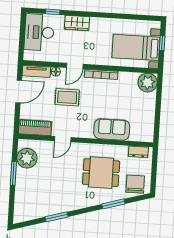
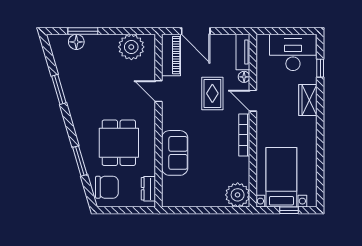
door: (19, 91) -> (196, 31), moved
window: (13, 173) -> (83, 31), moved
floor lamp: (20, 201) -> (76, 42), added

